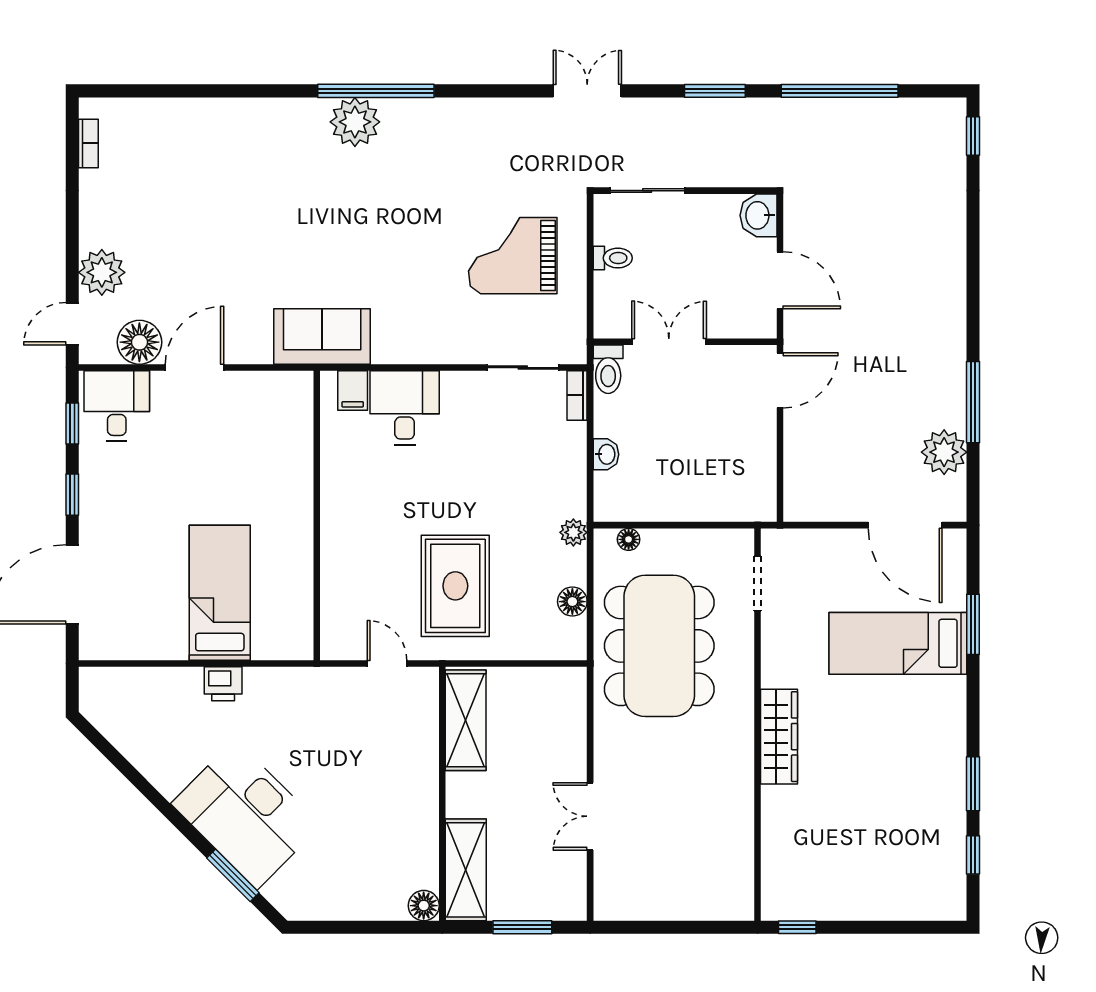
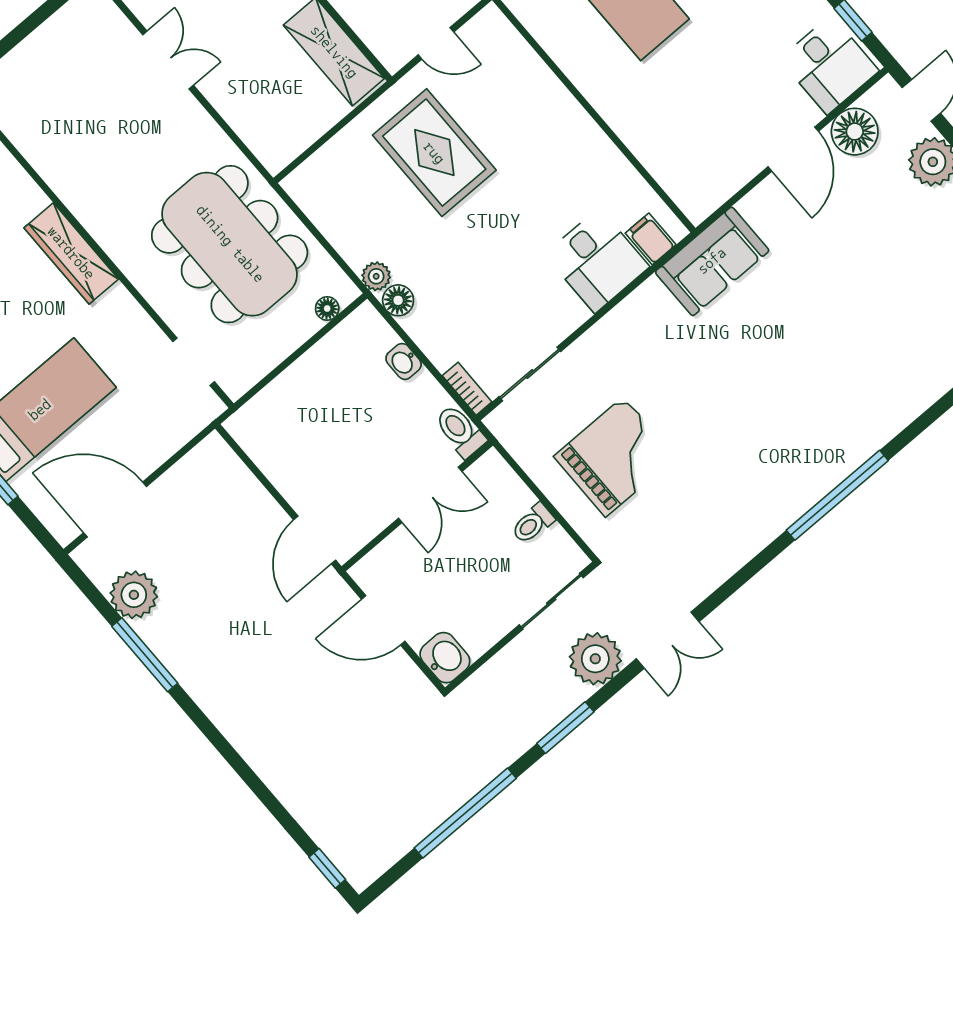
plant: (355, 122) -> (595, 659), moved
floor lamp: (572, 602) -> (398, 300), moved

